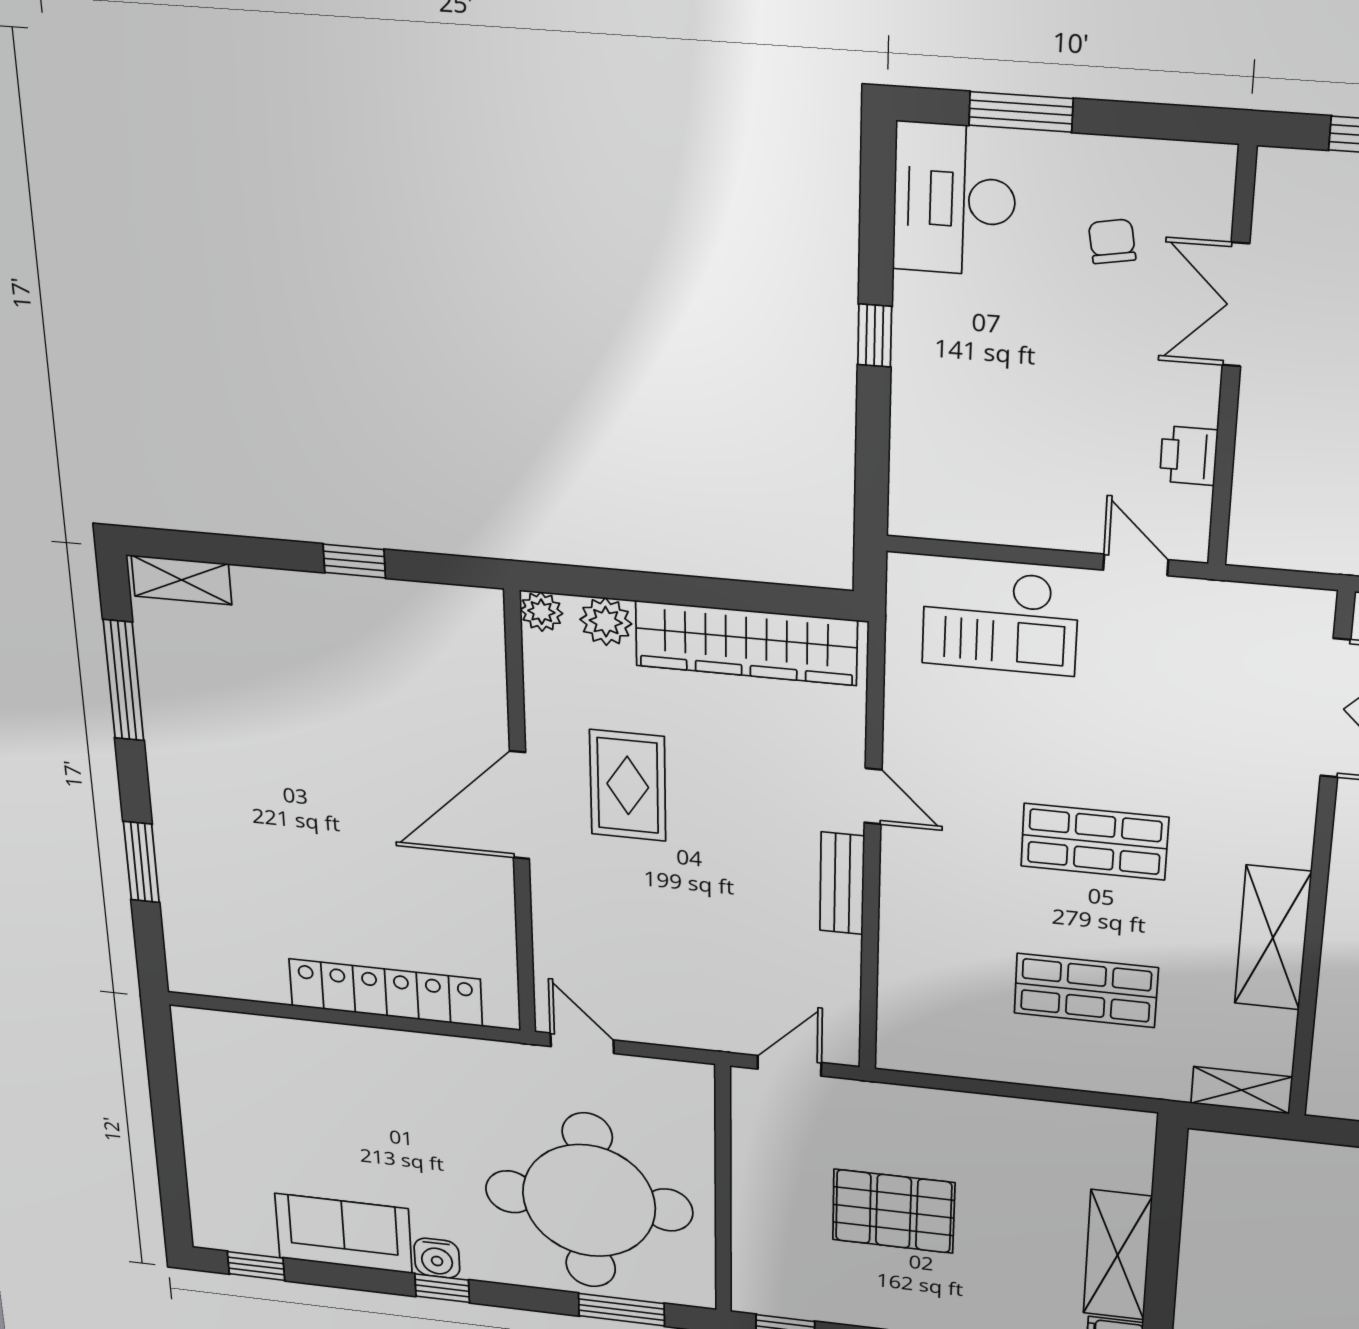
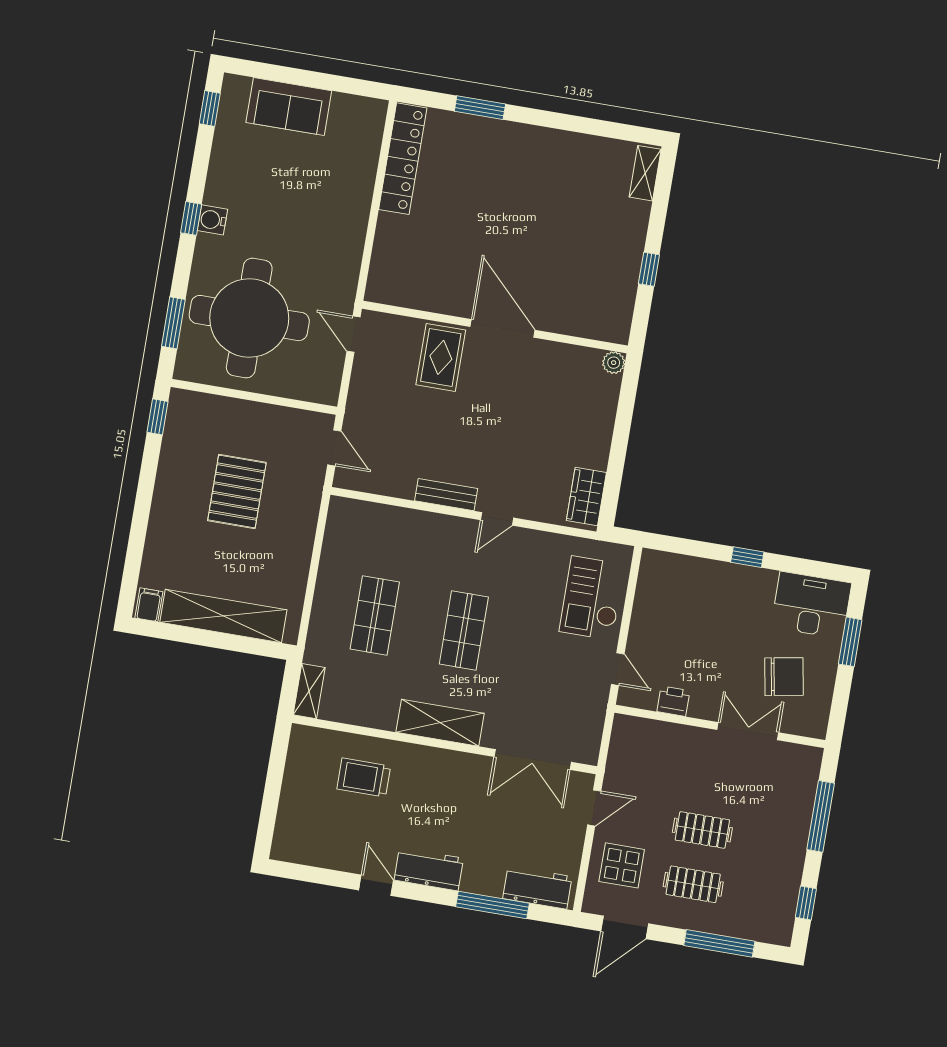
chair: (1112, 241) -> (784, 677), width x1.87, depth x1.87
door: (1136, 565) -> (618, 669), hinge flipped
plant: (606, 622) -> (606, 395), removed
wardrobe: (746, 643) -> (586, 497), width x0.48, depth x0.85
window: (124, 680) -> (590, 126), removed
rug: (628, 785) -> (441, 357), moved, turned 90
shelving: (1273, 938) -> (440, 723), moved
locker: (386, 992) -> (403, 159), moved
door: (582, 1043) -> (354, 334), swing flipped
sofa: (344, 1233) -> (289, 107), moved, turned 90
shelving: (1118, 1255) -> (223, 616), width x1.47

